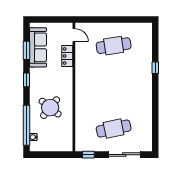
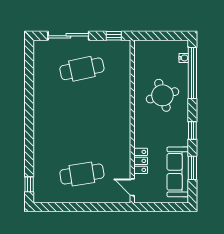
window: (155, 68) -> (29, 184), moved
round table: (50, 108) -> (162, 95), turned 34

